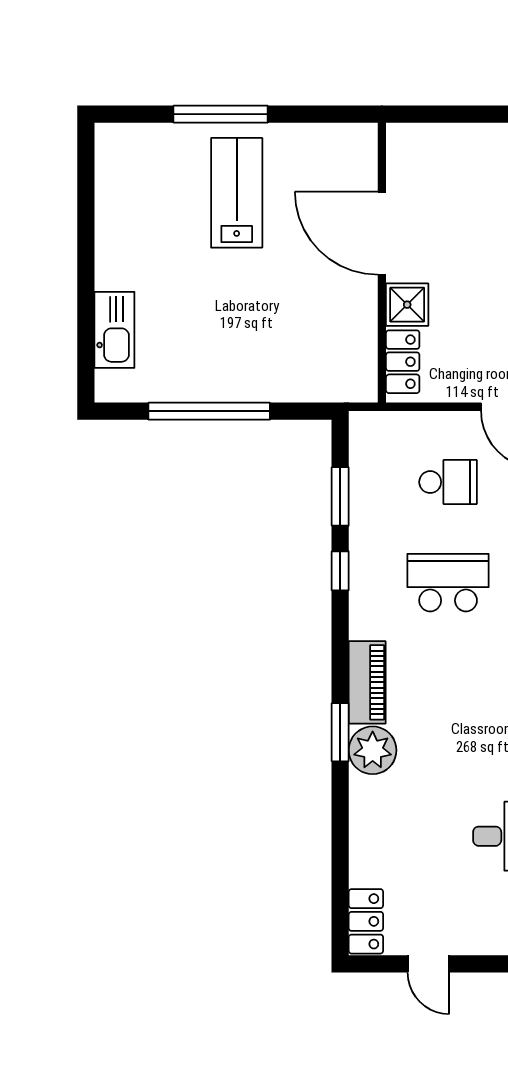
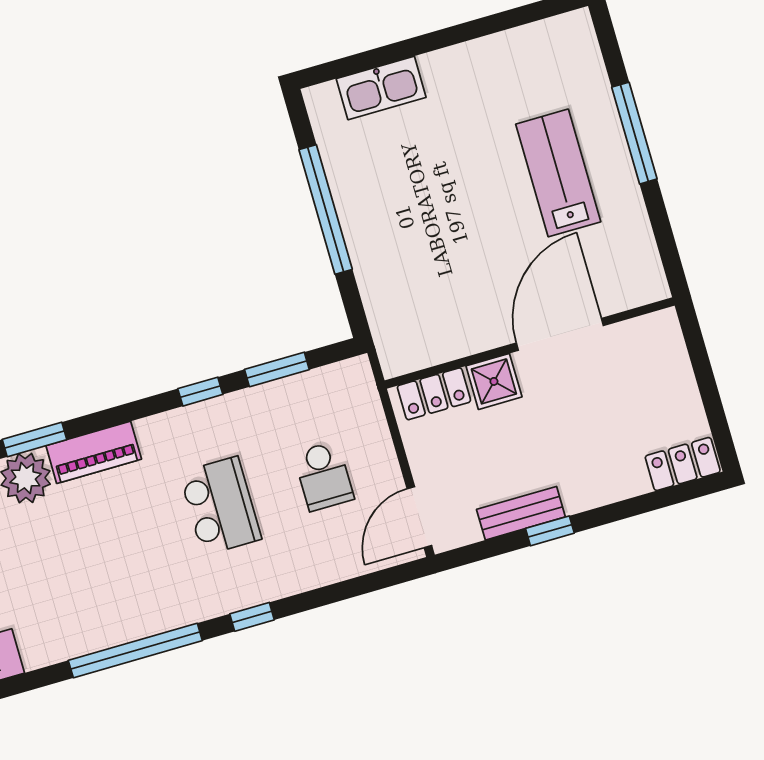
lab bench: (237, 193) -> (558, 173), turned -90

